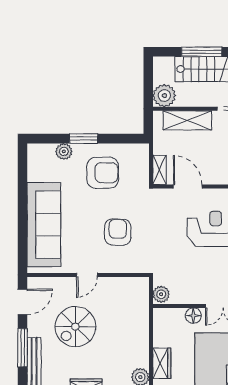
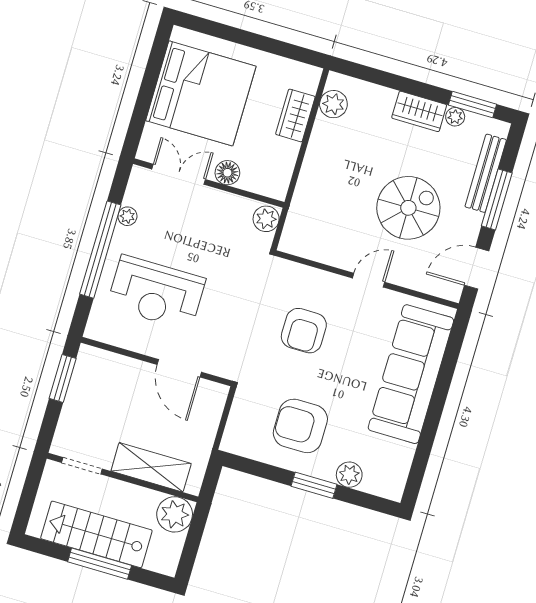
shelving: (160, 170) -> (214, 405), removed

